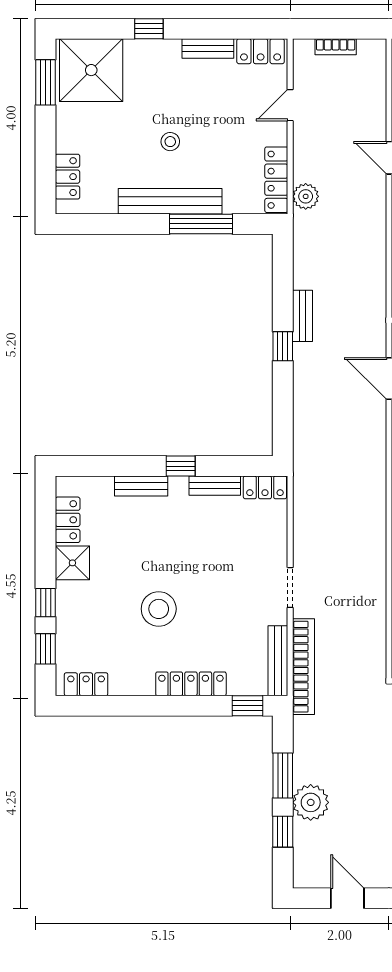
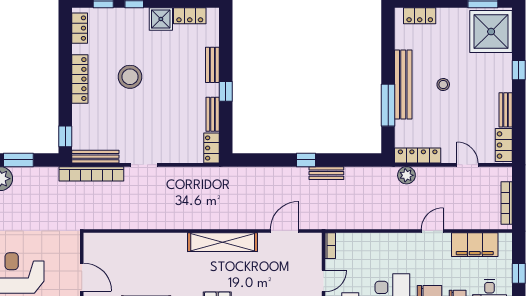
bookcase: (336, 47) -> (507, 203), width x1.56
locker: (191, 684) -> (80, 79), moved

